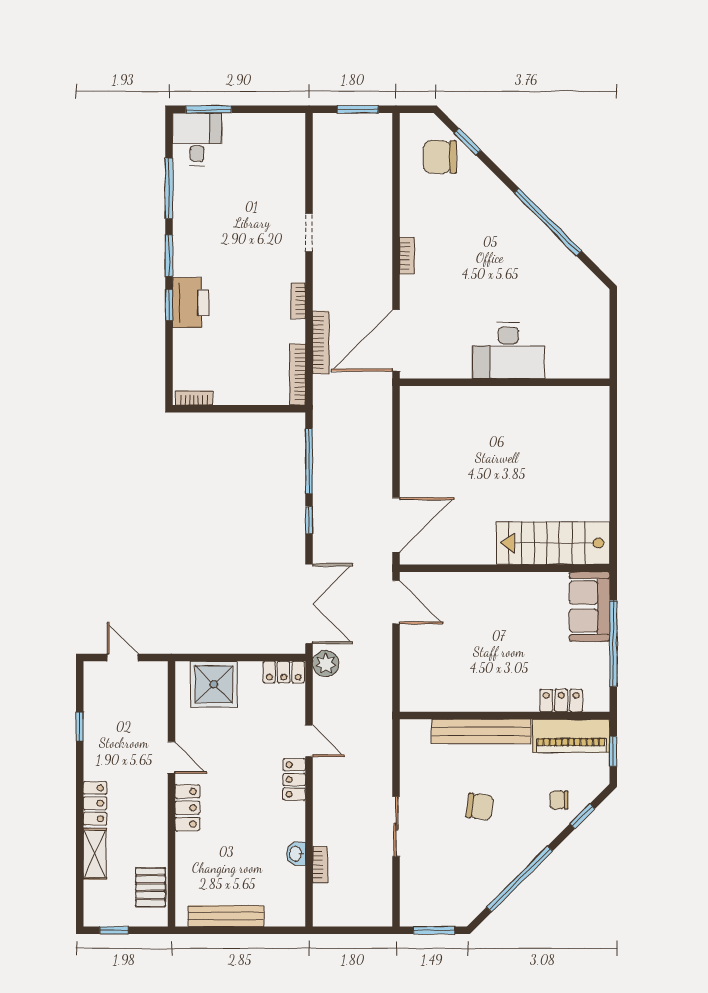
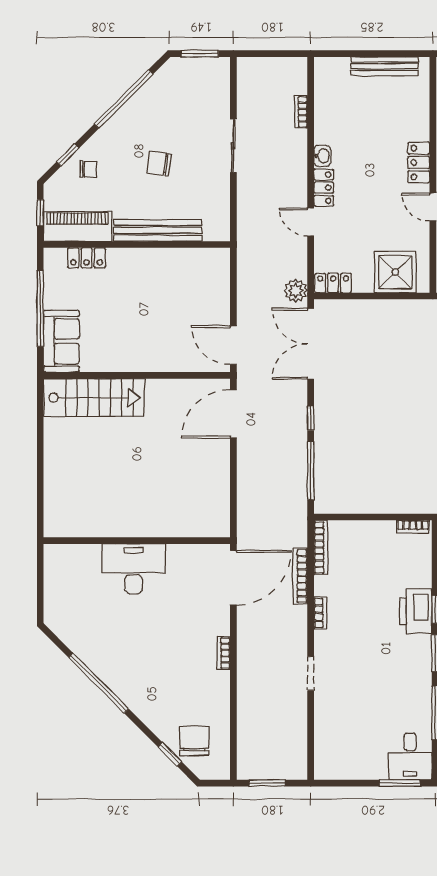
chair: (440, 157) -> (194, 741), turned -90
washbasin: (296, 854) -> (322, 156), moved

